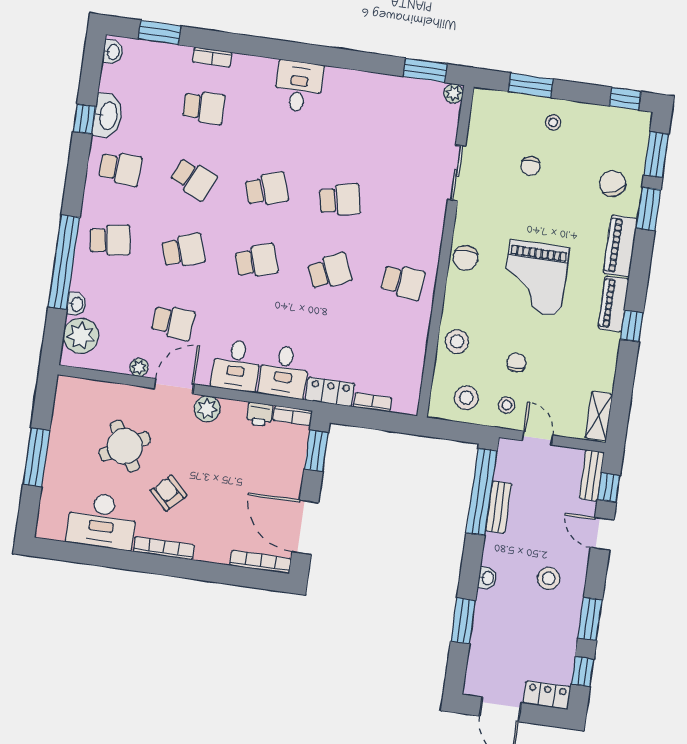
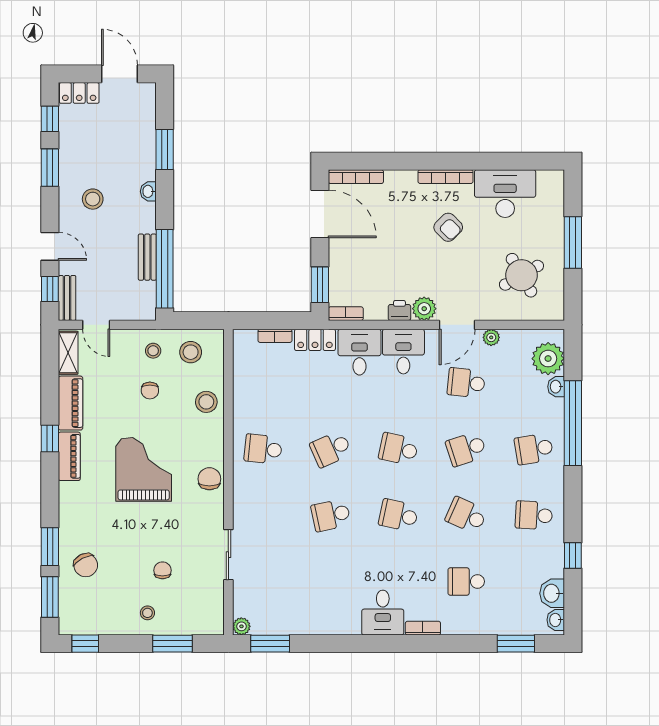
bookcase: (212, 57) -> (423, 628), moved
washbasin: (108, 116) -> (552, 593), moved, width x0.72
school desk: (267, 189) -> (399, 515), turned 30
piano: (620, 246) -> (71, 403), moved
school desk: (256, 261) -> (399, 449), turned 30
printer: (259, 414) -> (399, 310), moved
door: (538, 438) -> (96, 325), moved
round table: (125, 446) -> (521, 275), moved

